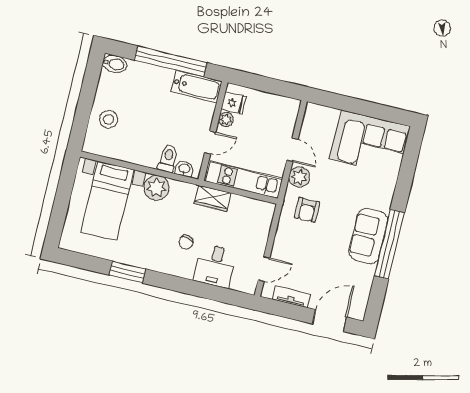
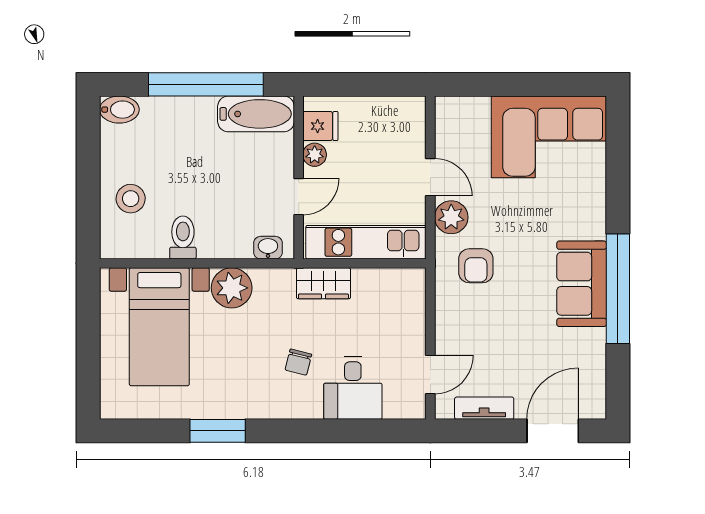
toilet: (168, 158) -> (183, 238), moved

